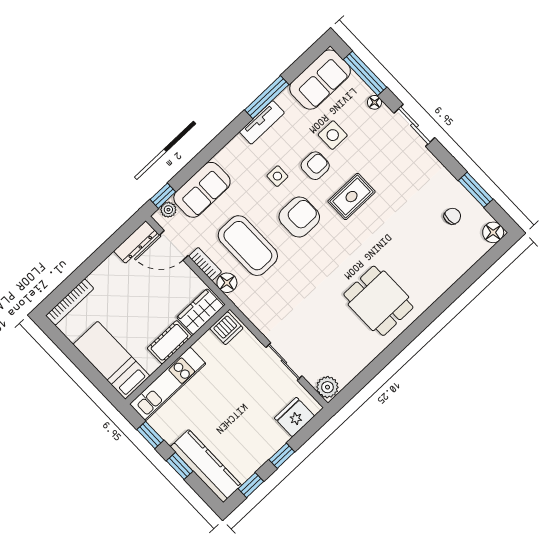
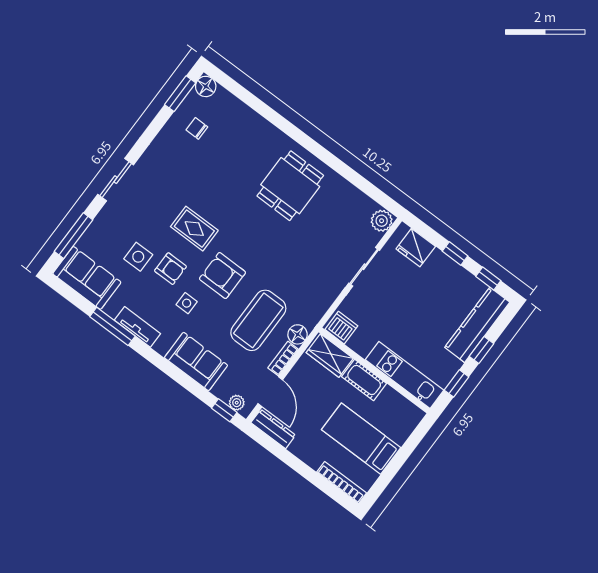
floor lamp: (375, 102) -> (100, 222), removed
armchair: (315, 166) -> (170, 269), turned 180
sofa: (202, 190) -> (196, 361), moved
window: (476, 190) -> (180, 94), moved
bed: (111, 360) -> (361, 439), moved, turned 90

